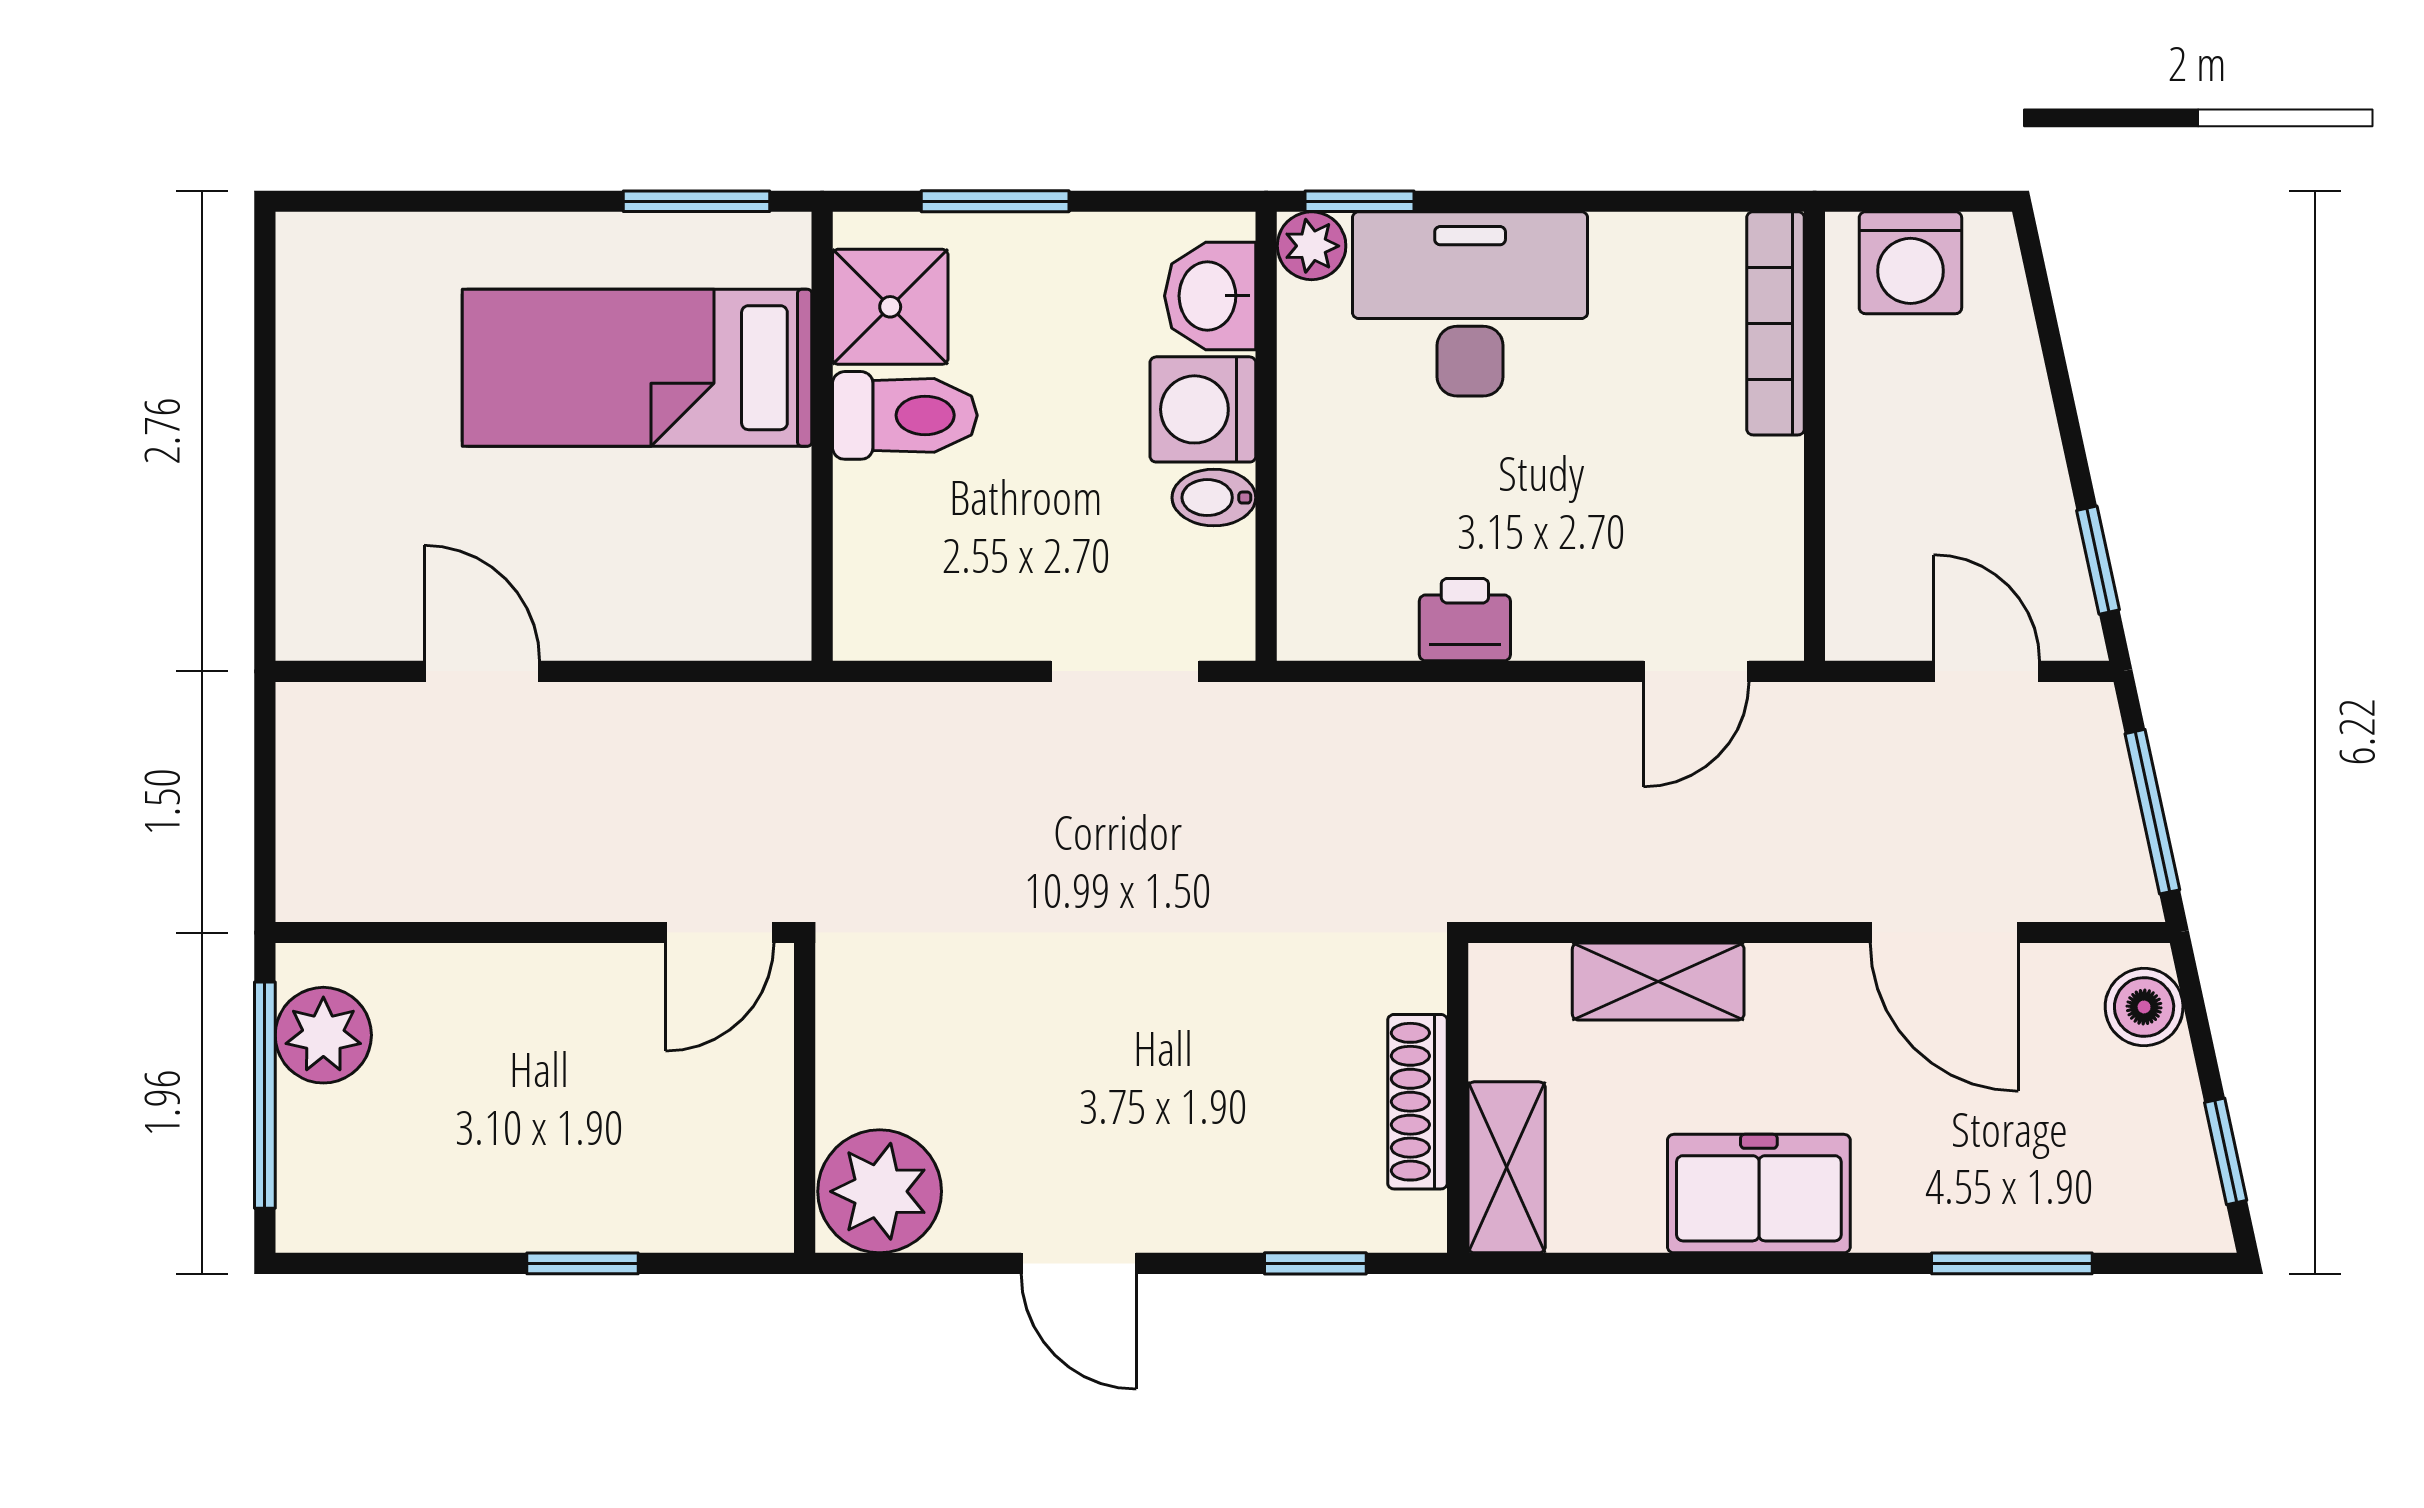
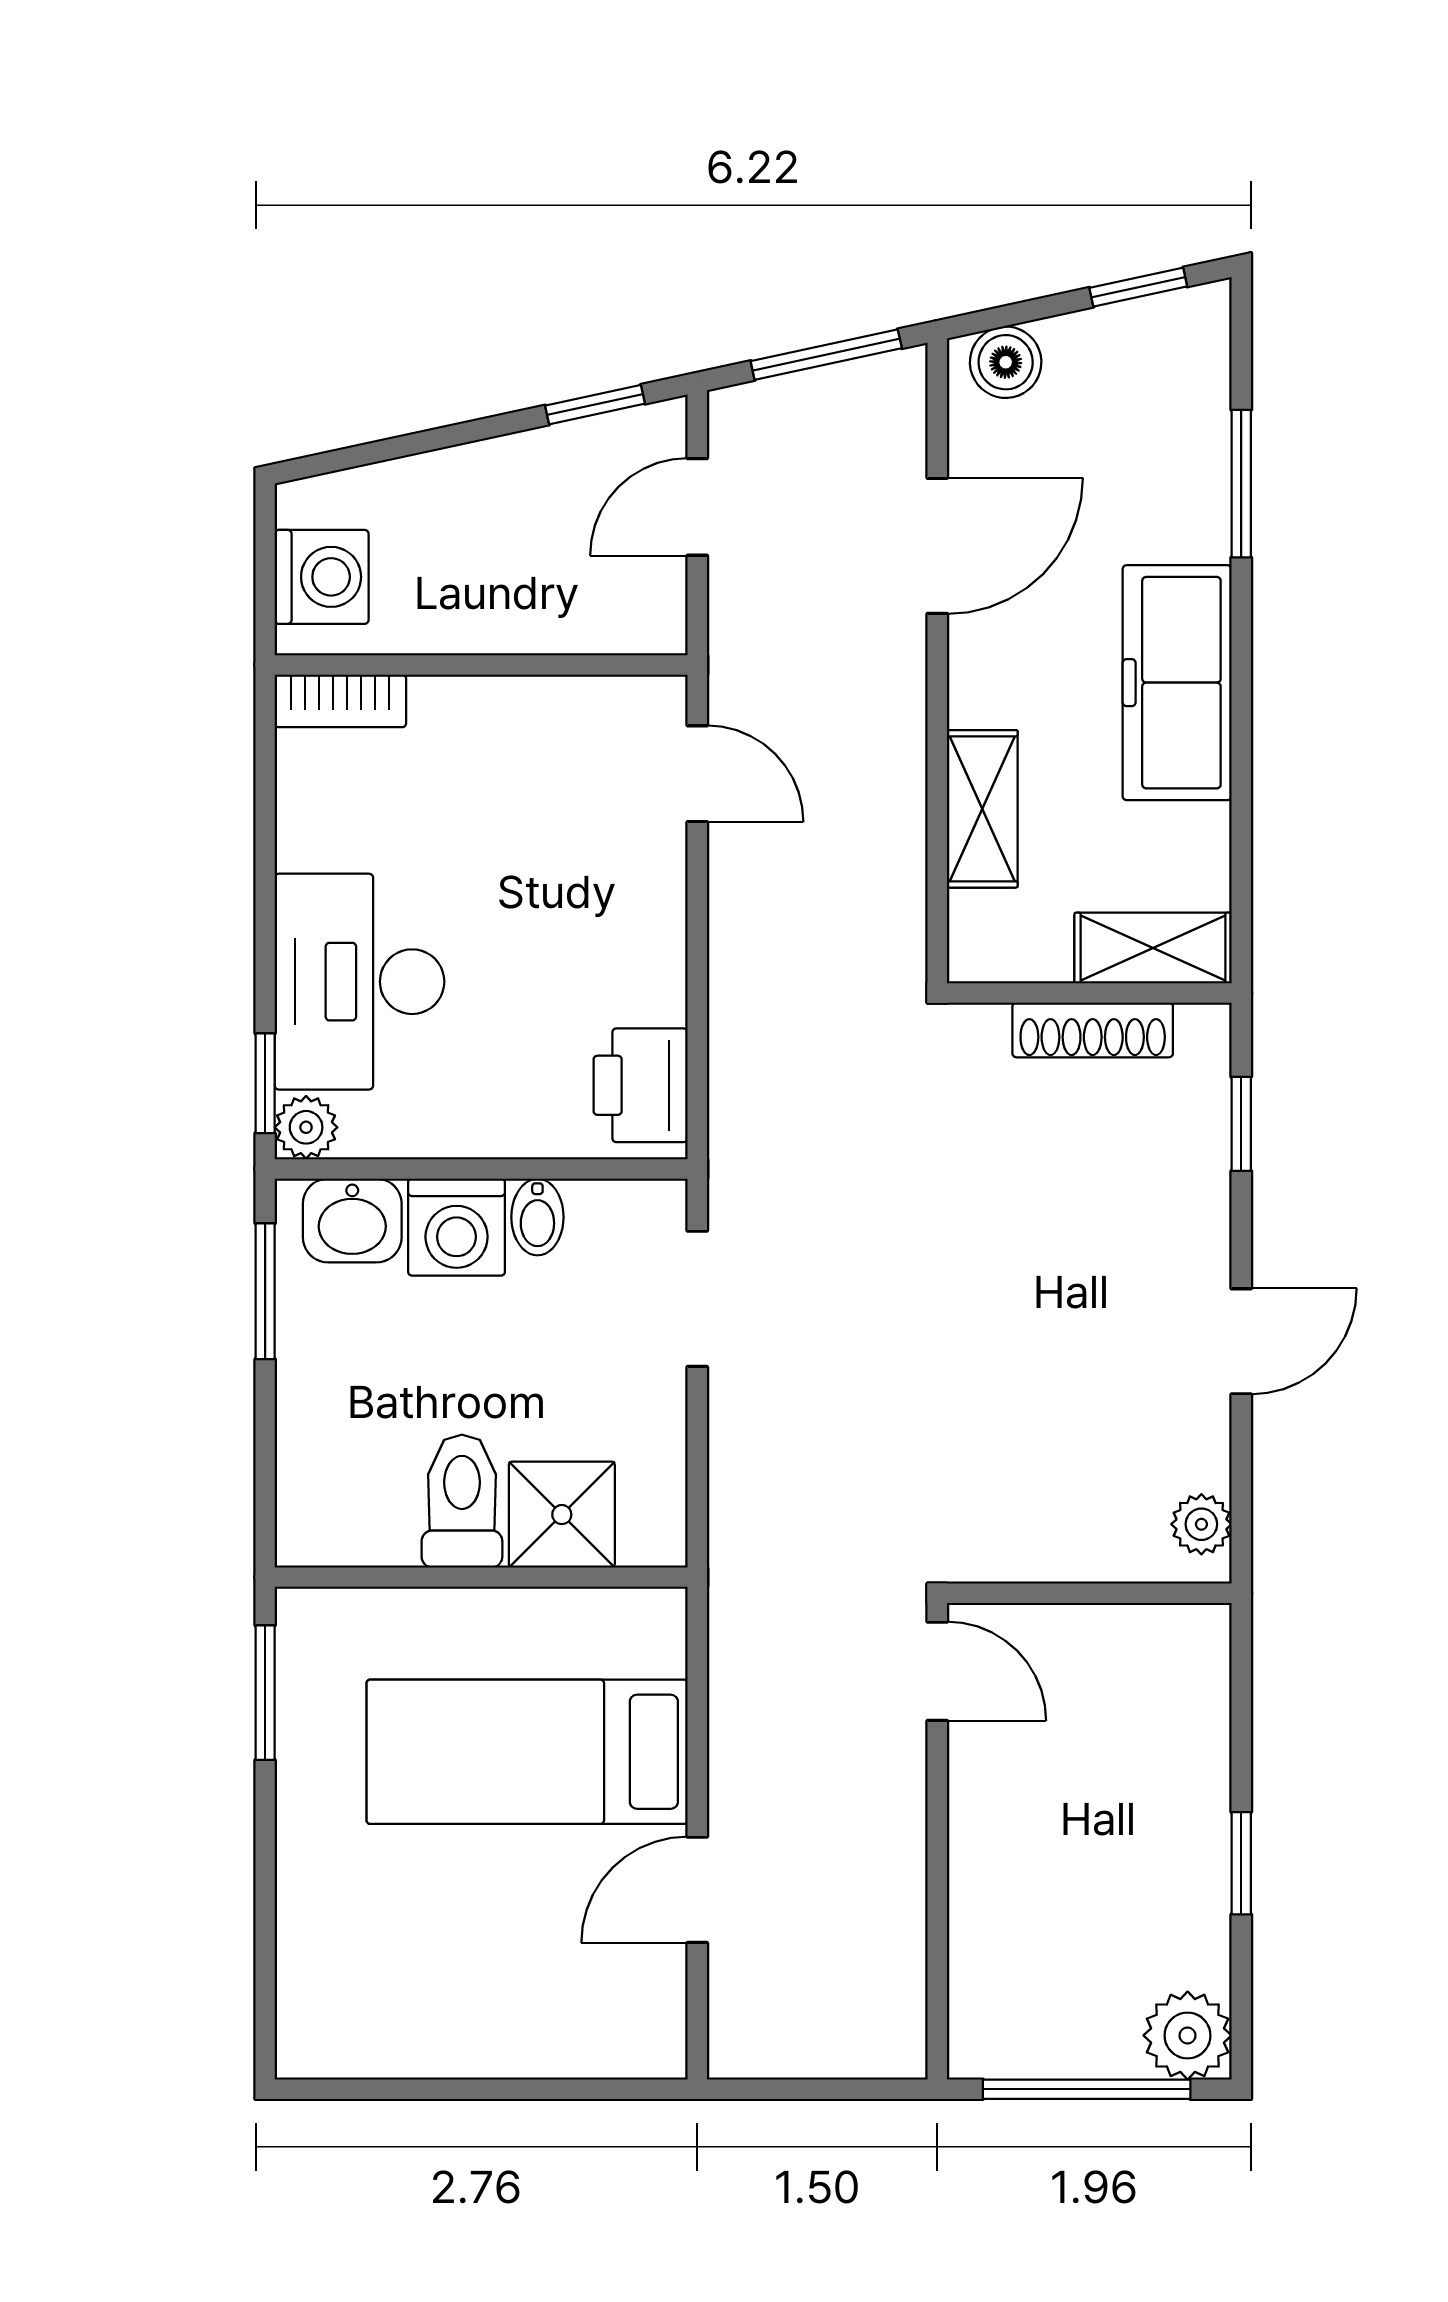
window: (995, 201) -> (265, 1291), moved
shower: (890, 307) -> (562, 1515), moved
bookcase: (1776, 323) -> (340, 701), width x0.64
bed: (637, 368) -> (527, 1752), moved, turned 90
printer: (1465, 620) -> (641, 1085), moved, width x1.36, depth x1.24
plant: (323, 1035) -> (1188, 2035), moved
plant: (880, 1191) -> (1201, 1524), width x0.53, depth x0.53
freezer: (1759, 1194) -> (1177, 683), width x1.40
window: (582, 1263) -> (1241, 1863), moved

